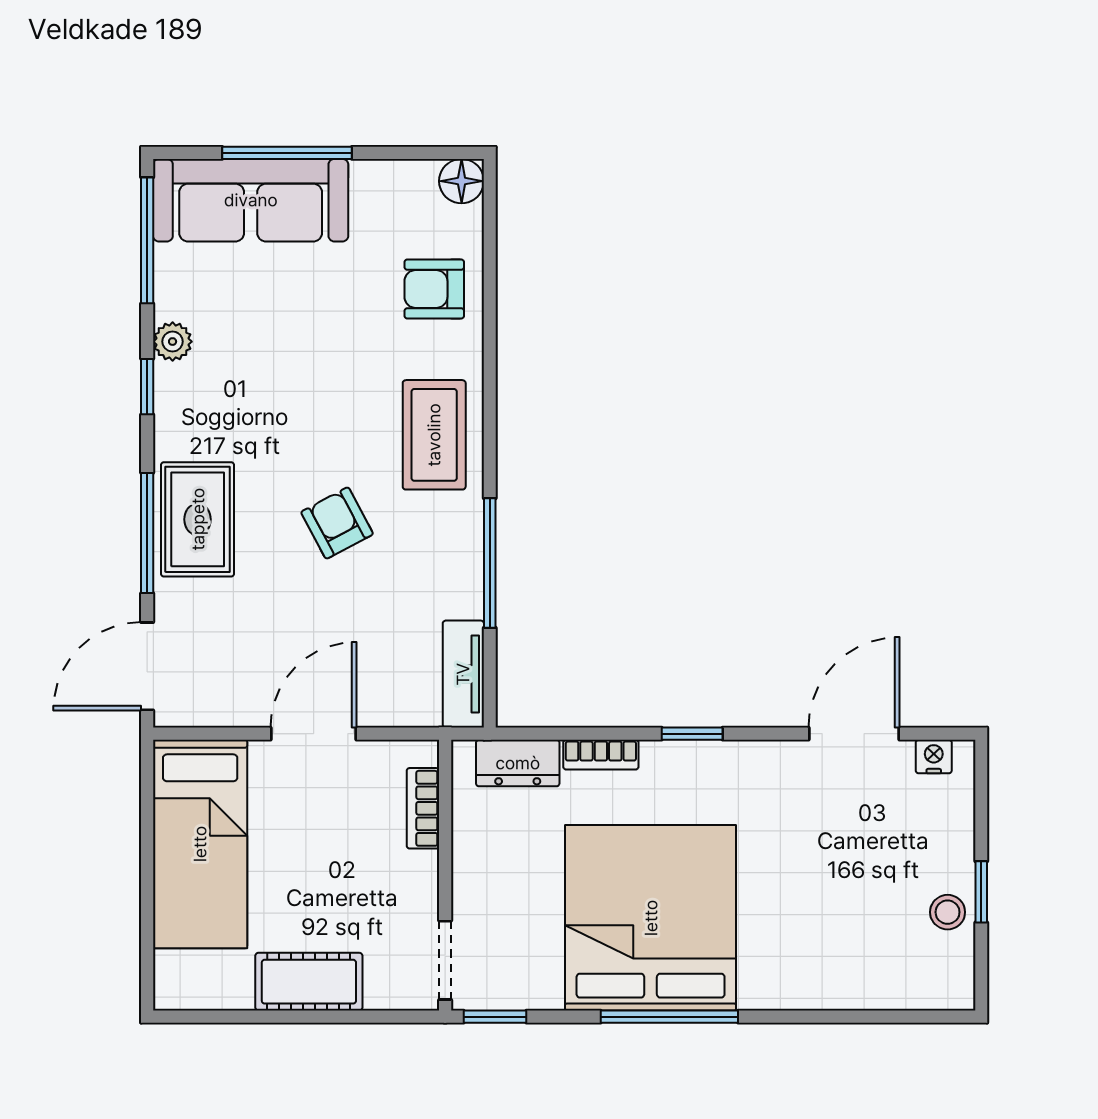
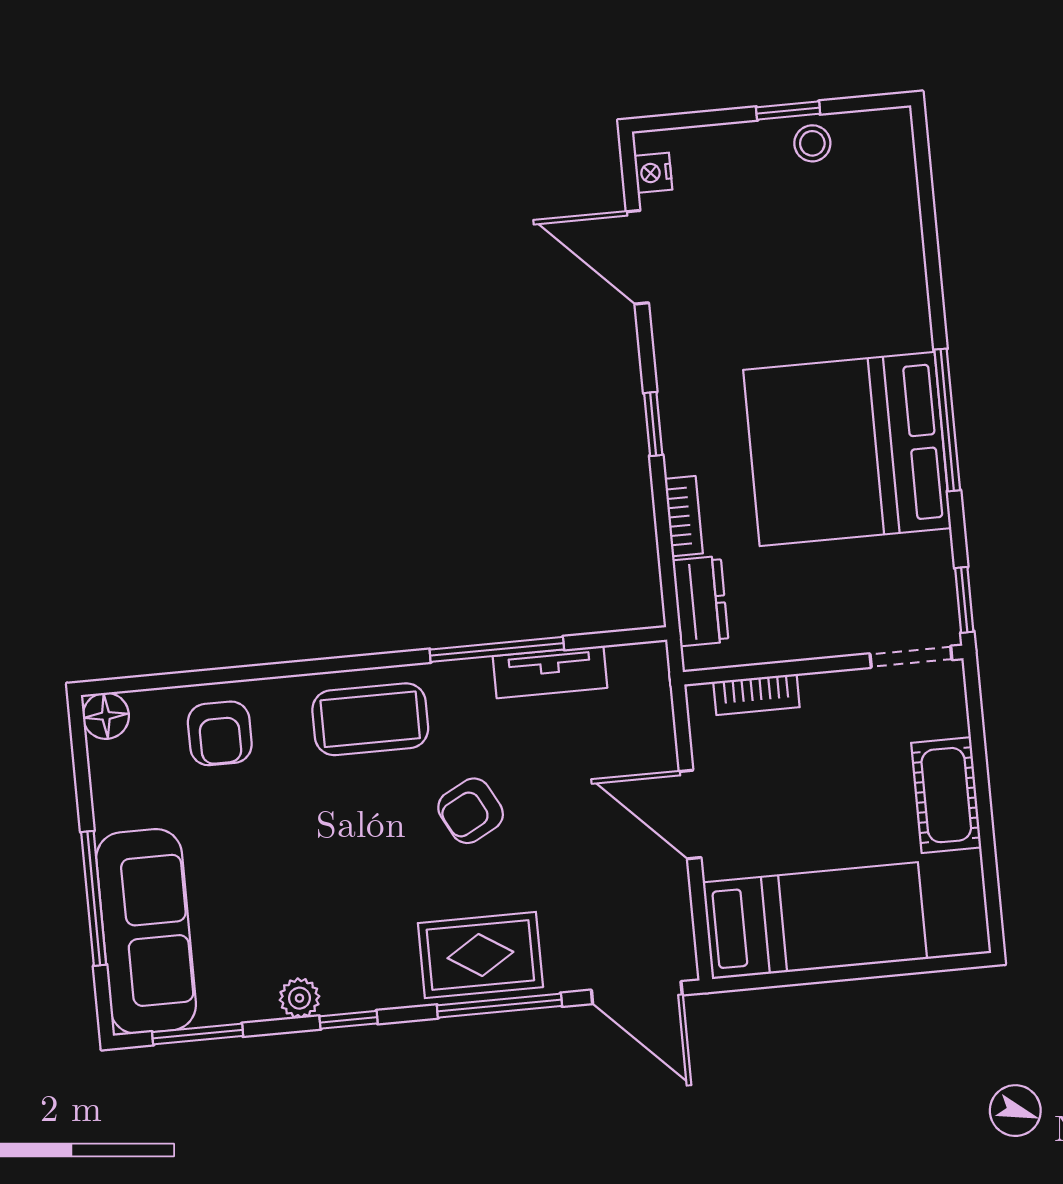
window: (147, 240) -> (198, 1034), width x0.69
tv unit: (463, 674) -> (550, 672), moved

